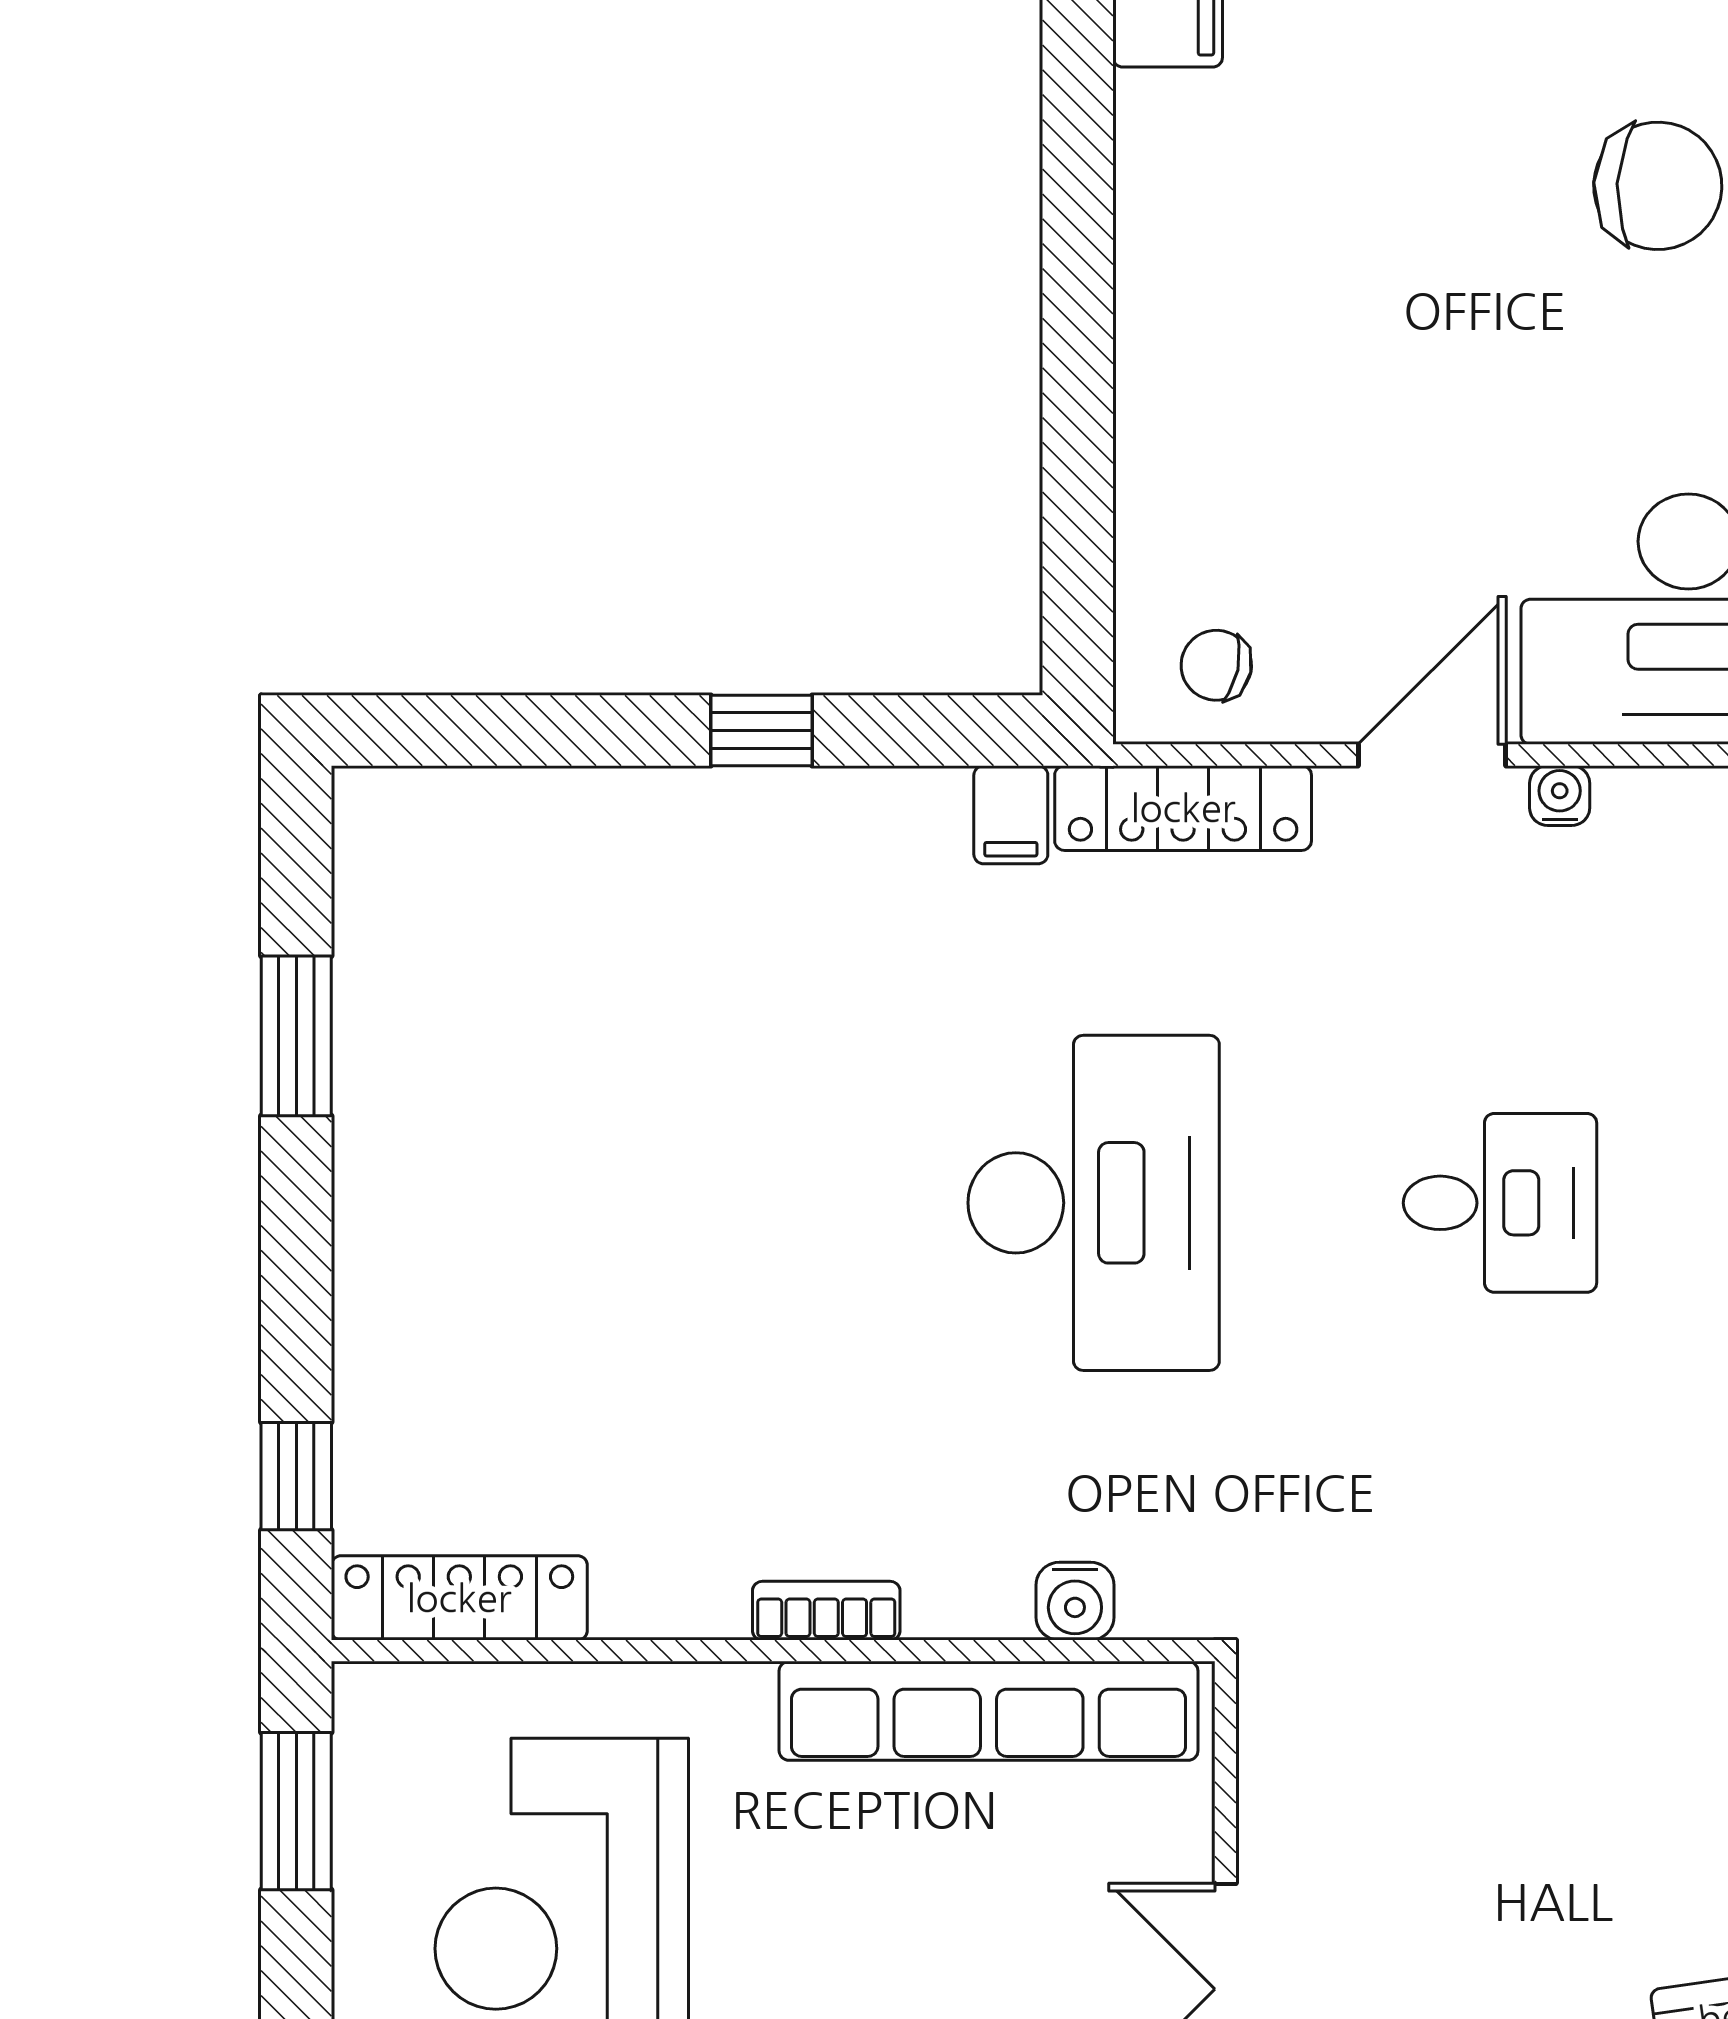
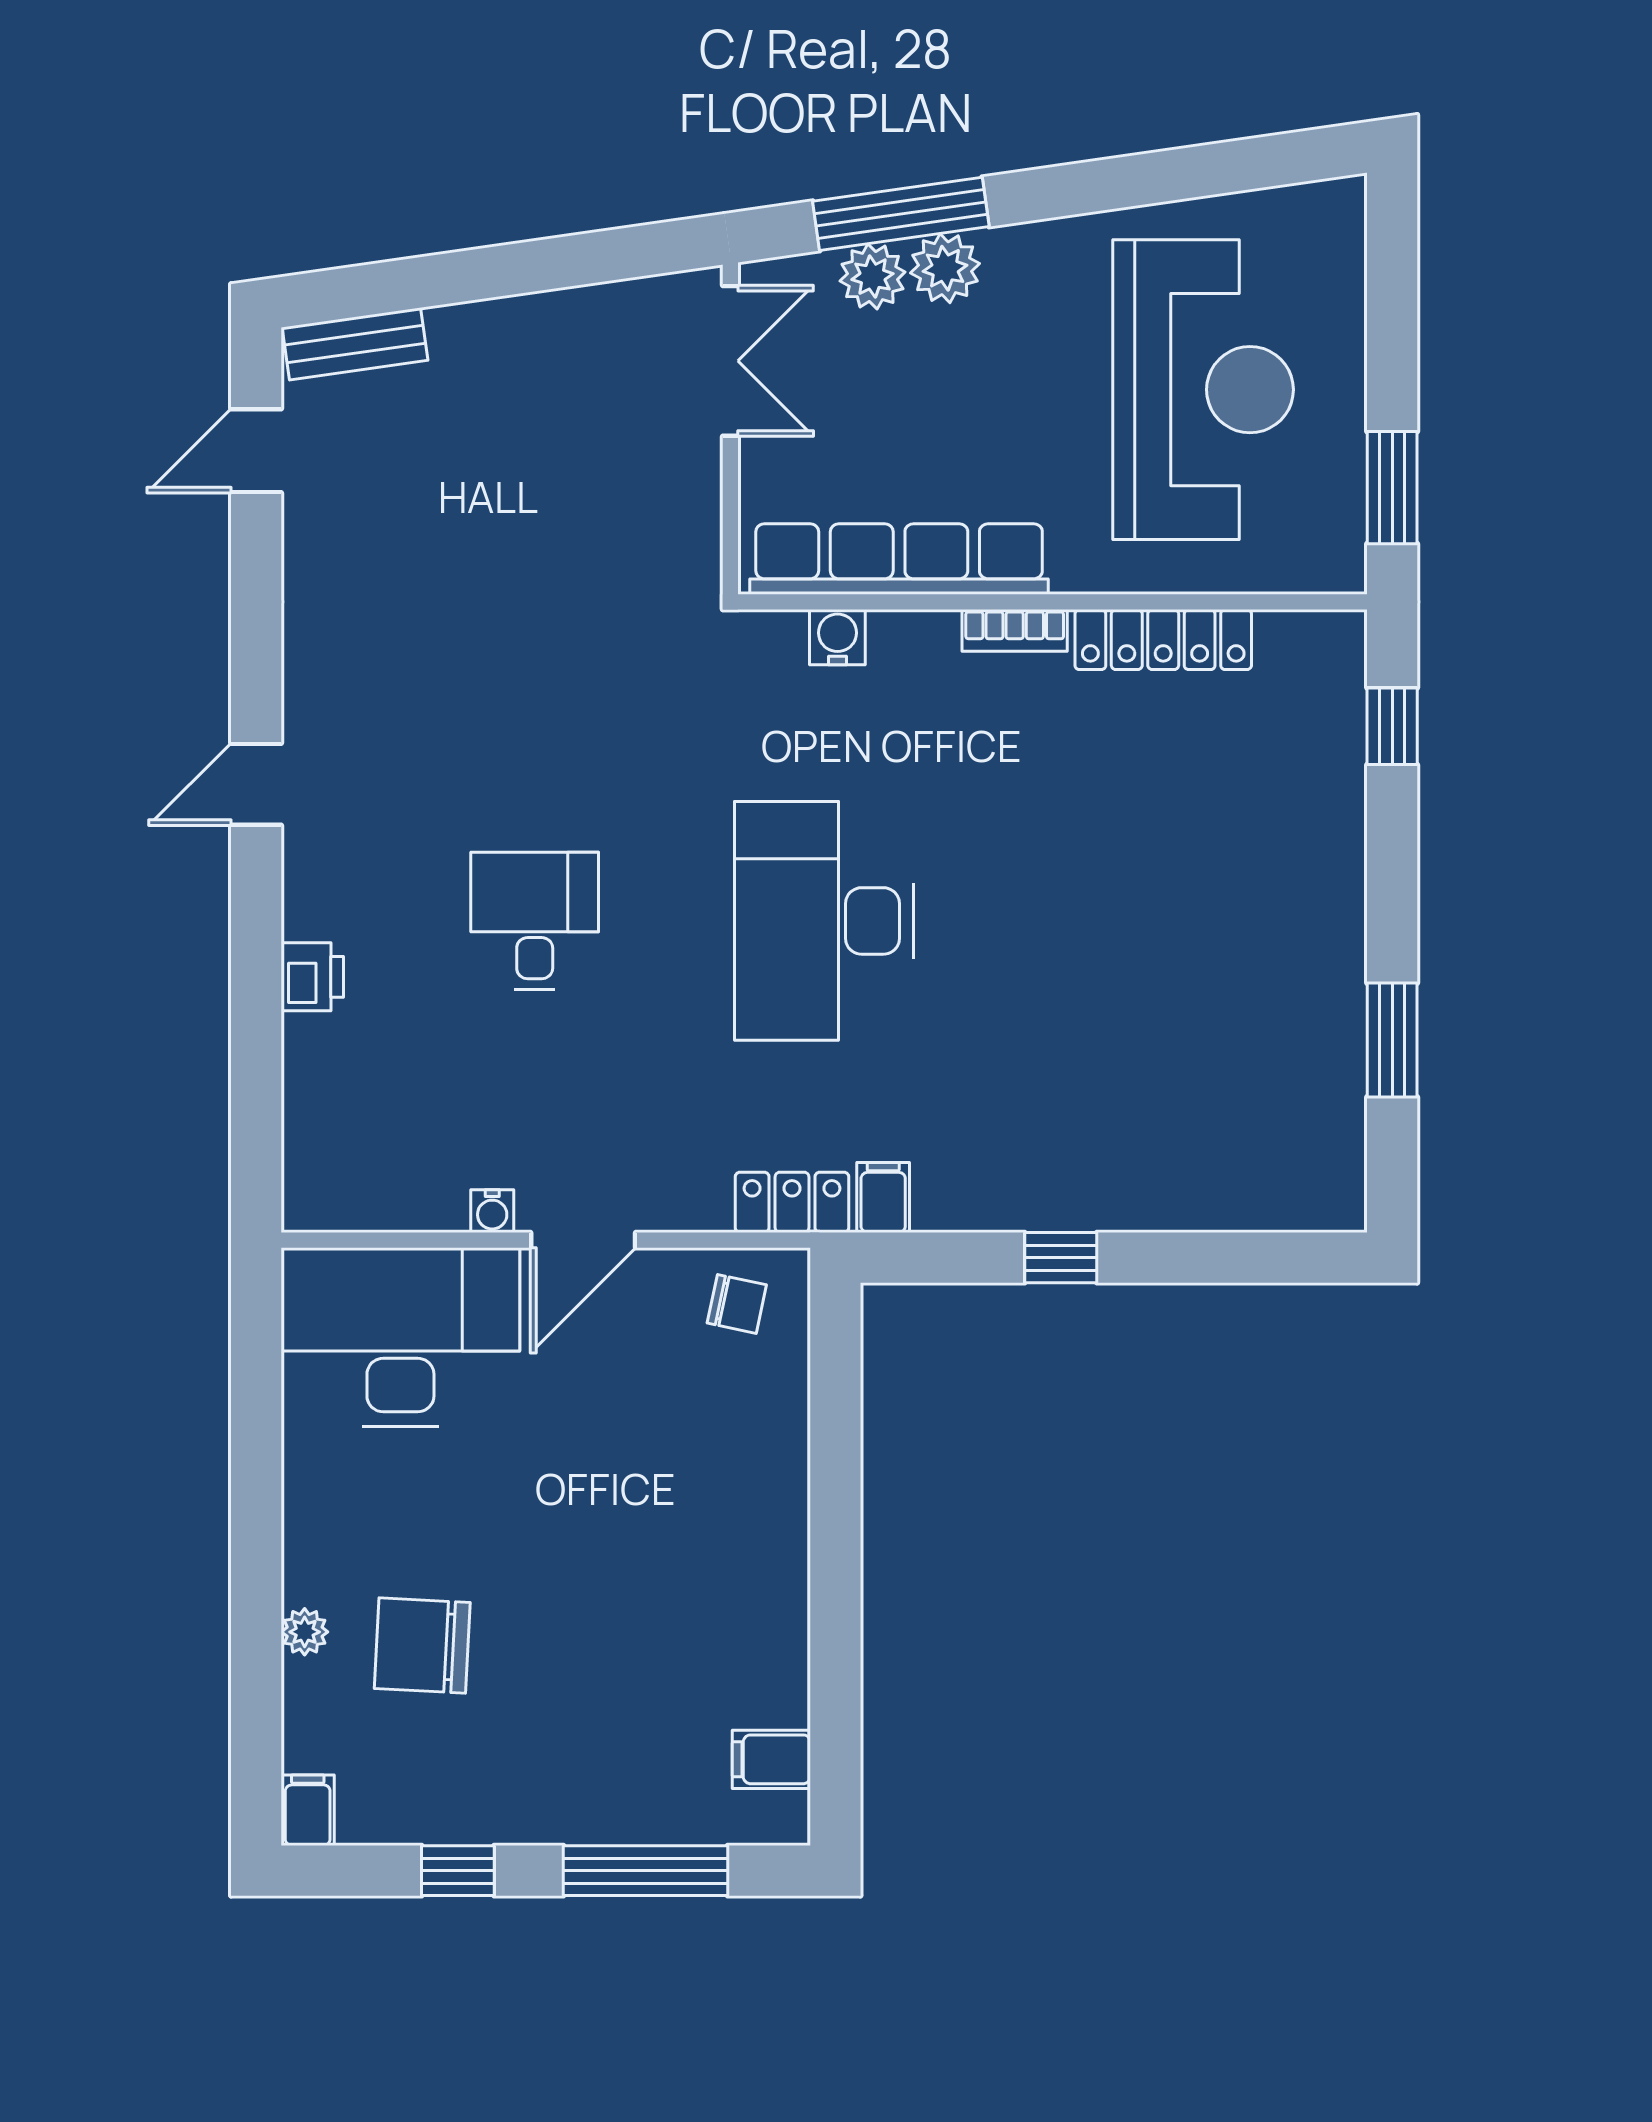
locker: (1183, 808) -> (792, 1202), width x0.66
desk: (1500, 1203) -> (535, 921), turned 90
locker: (459, 1598) -> (1163, 640), moved

